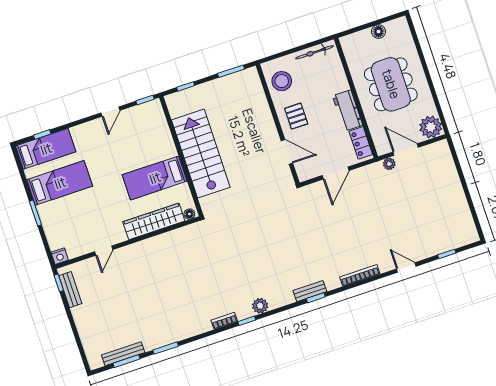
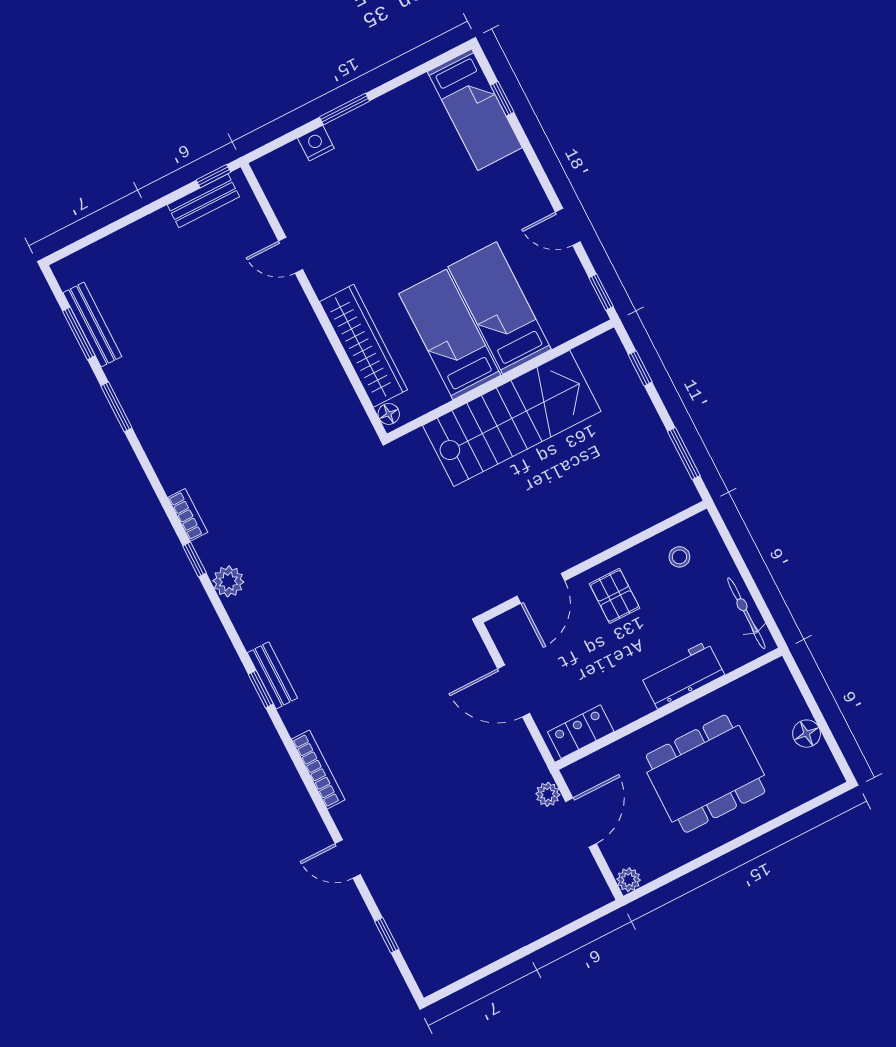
stool: (282, 81) -> (679, 557), width x0.53, depth x0.53
workbench: (348, 110) -> (682, 675), moved
pallet: (296, 116) -> (615, 596), turned 90
plant: (431, 127) -> (629, 880), width x0.53, depth x0.53
bed: (60, 183) -> (500, 308), moved, turned 180
nightstand: (60, 256) -> (316, 143), moved, turned 90
door: (406, 268) -> (348, 859), swing flipped

